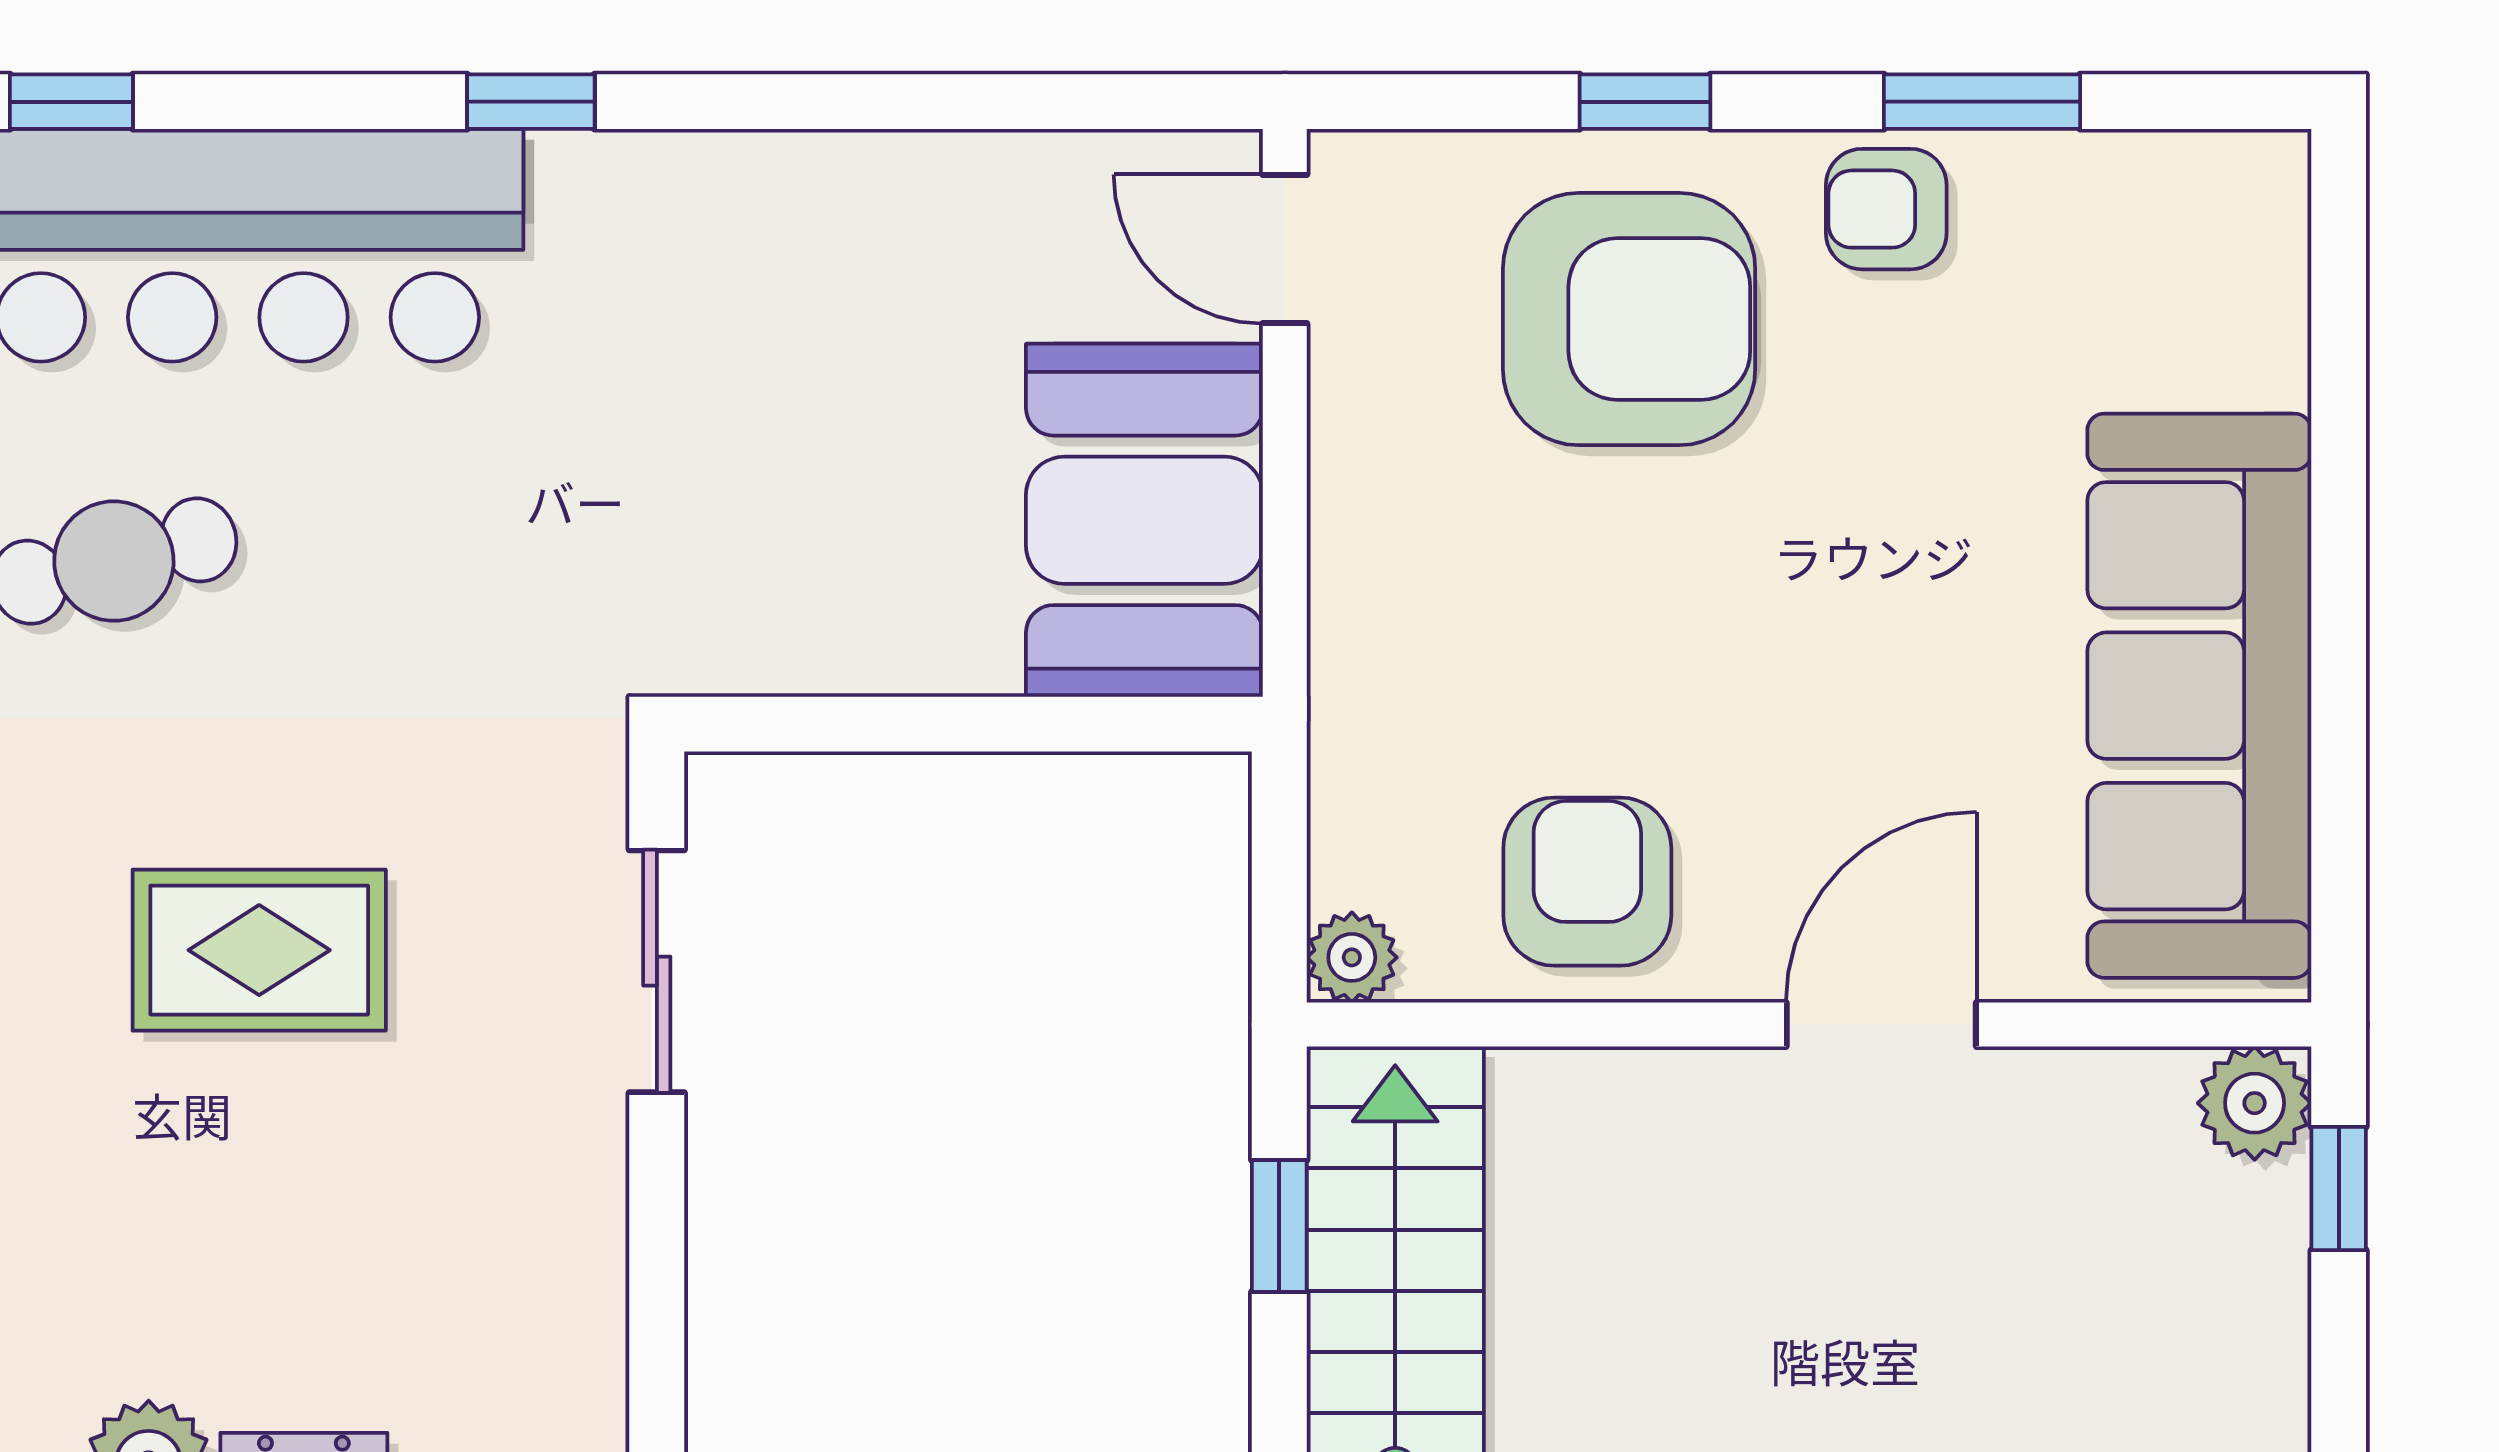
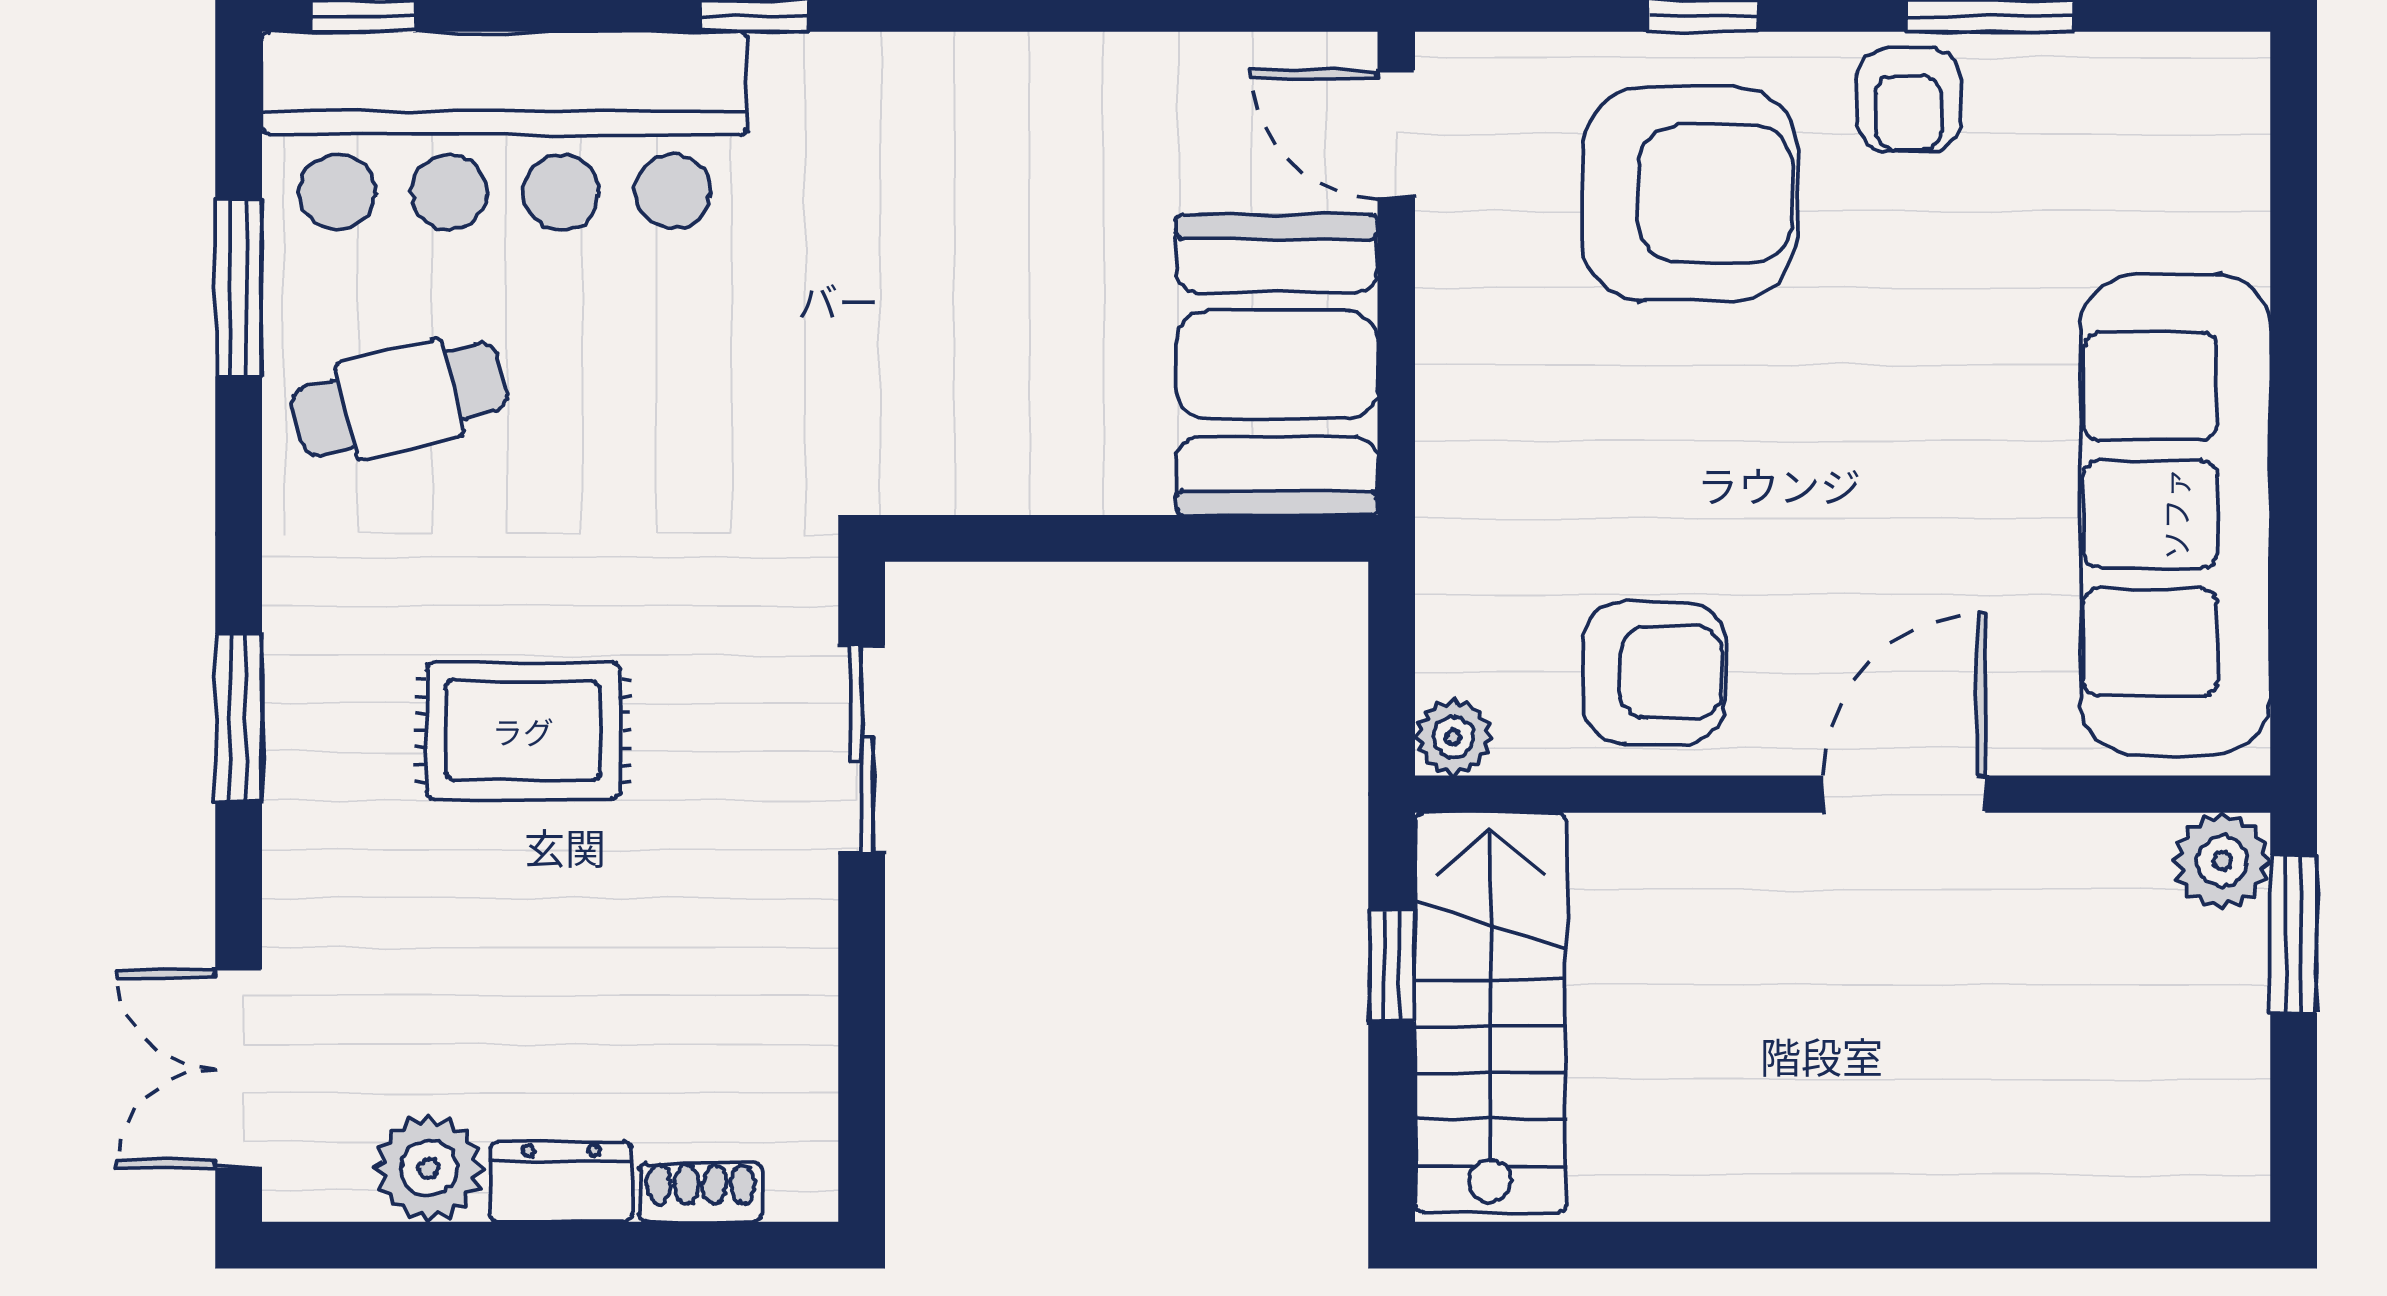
armchair: (1886, 209) -> (1909, 100), turned -90
armchair: (1587, 882) -> (1654, 672), turned 90
window: (2339, 1189) -> (2294, 934), width x1.50

